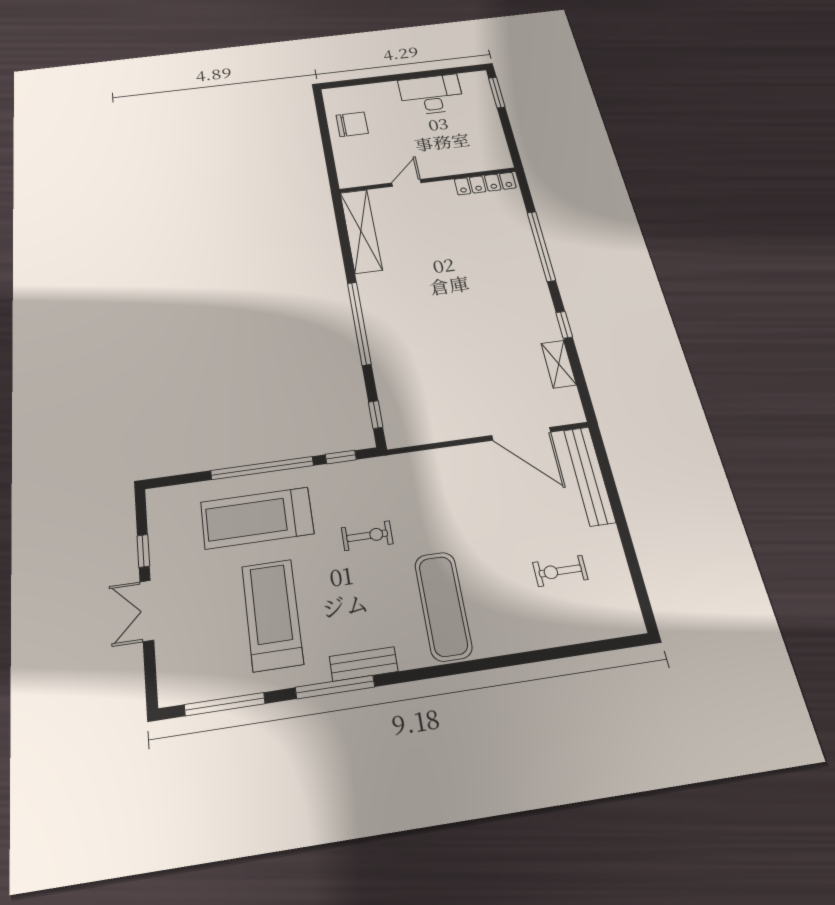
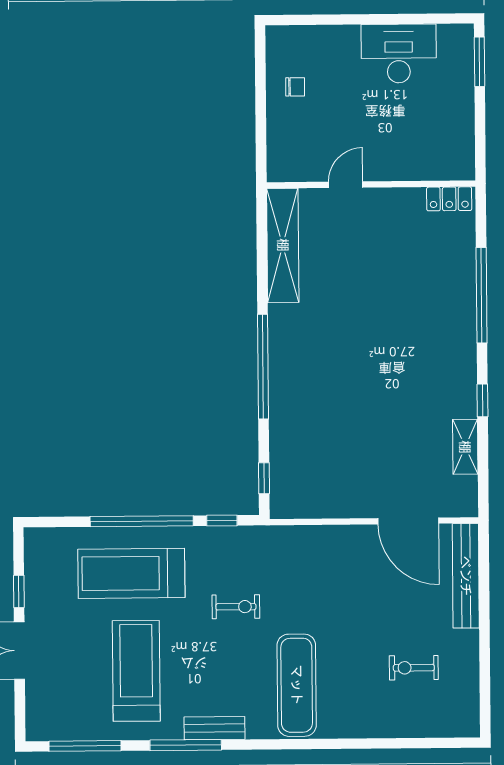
chair: (352, 124) -> (295, 87), width x0.54, depth x0.54
locker: (485, 184) -> (449, 199), width x0.66

